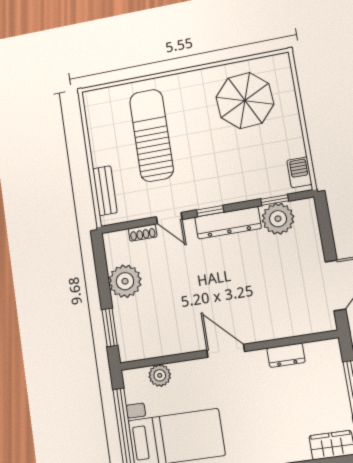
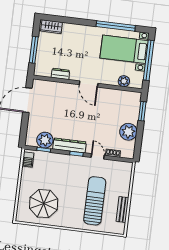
sun lounger: (152, 135) -> (95, 201), turned 180
bench: (105, 191) -> (122, 210), moved

